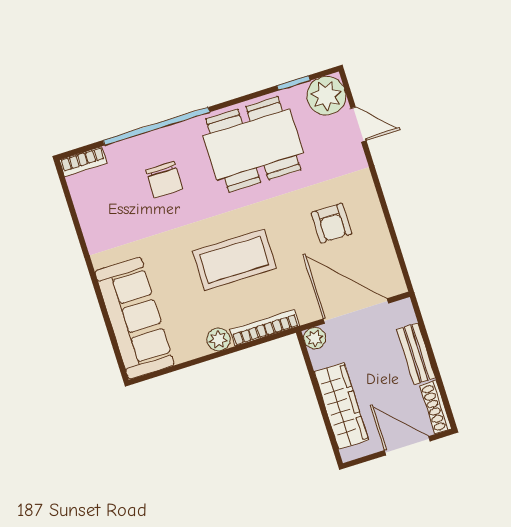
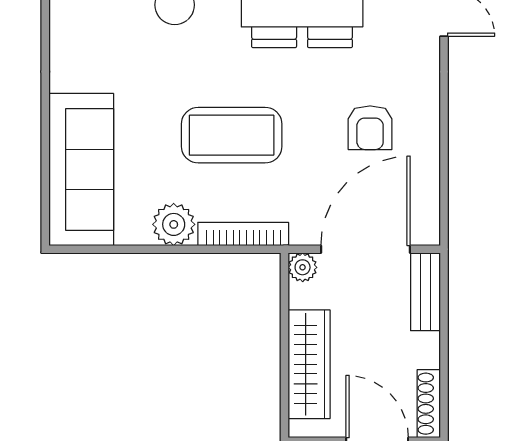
door: (356, 311) -> (365, 249), hinge flipped
plant: (218, 339) -> (174, 224), width x1.38, depth x1.38
bench: (416, 354) -> (425, 292), moved

